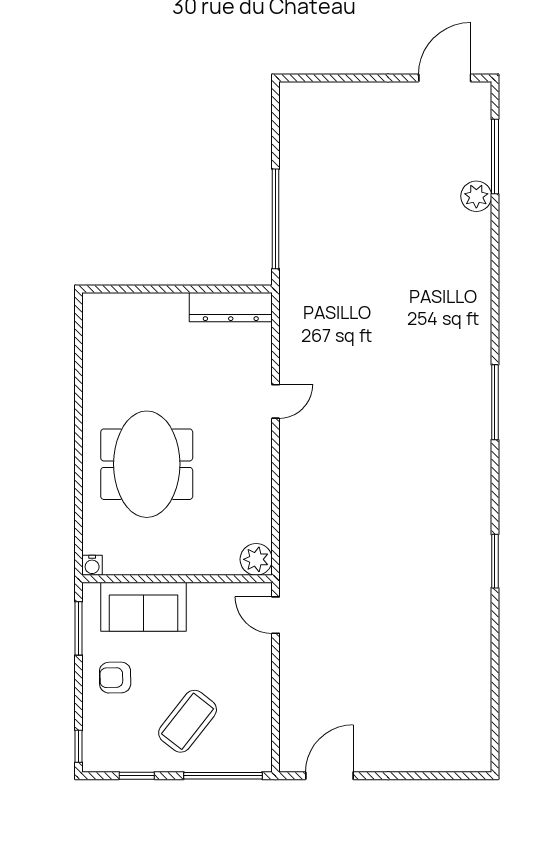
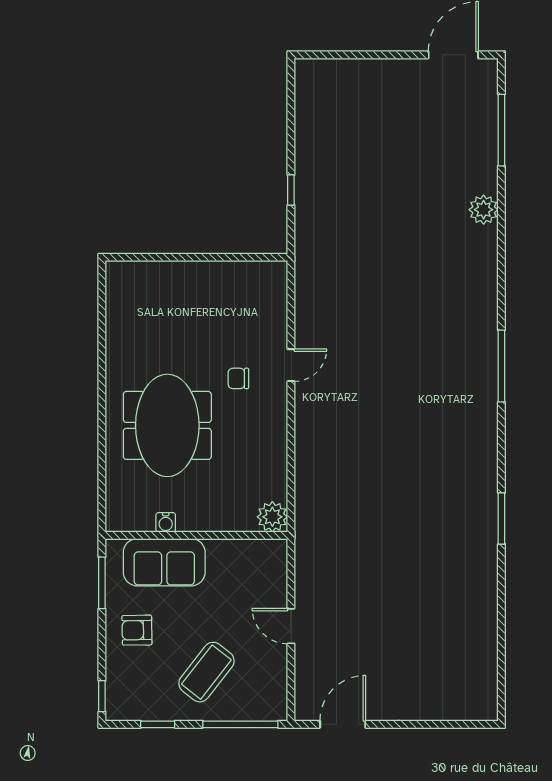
plant: (476, 196) -> (484, 210), moved
window: (276, 219) -> (291, 190), width x0.32
dresser: (231, 307) -> (248, 275), removed
chair: (221, 415) -> (238, 378), added
water cooler: (92, 565) -> (166, 522), moved
door: (276, 615) -> (291, 626), moved

